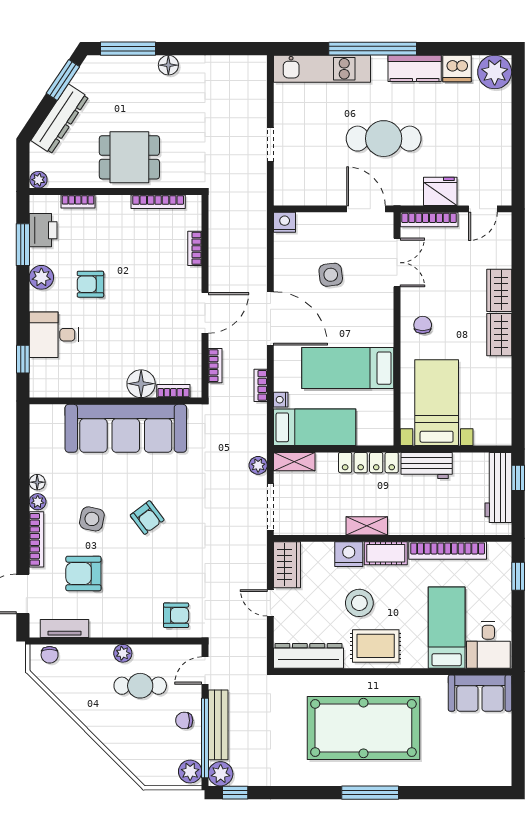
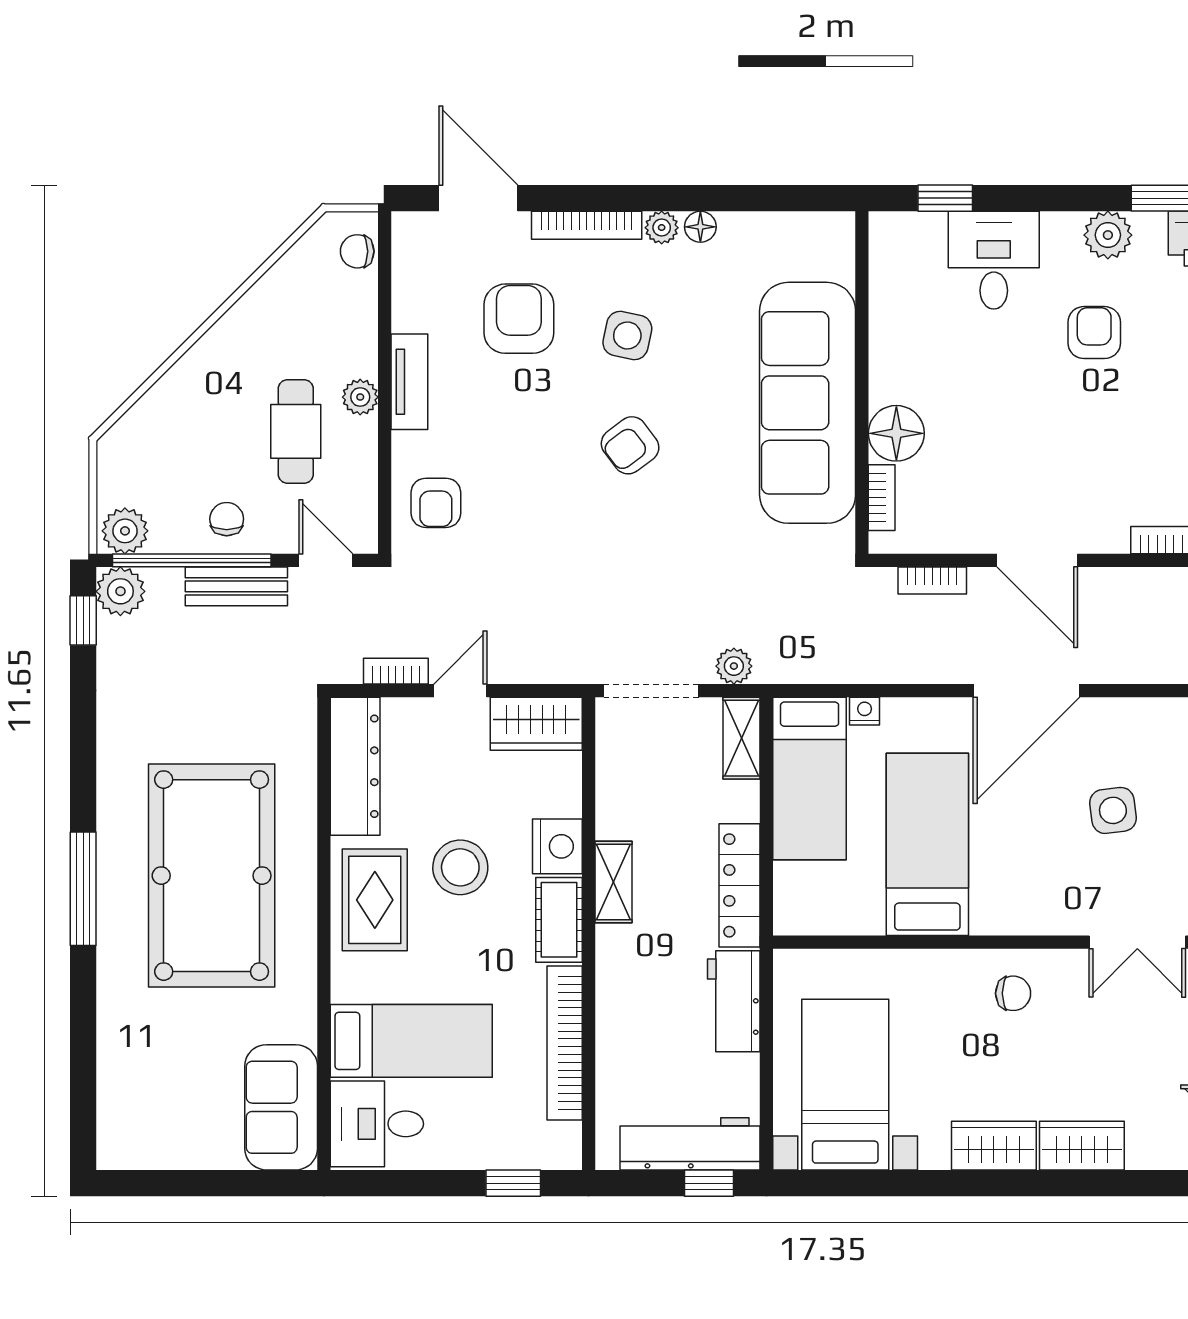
bookcase: (261, 385) -> (396, 671), moved
bed with nightstands: (437, 403) -> (845, 1085), moved, turned -90
tv unit: (65, 629) -> (409, 382), moved
bench: (218, 725) -> (236, 586), width x0.73

